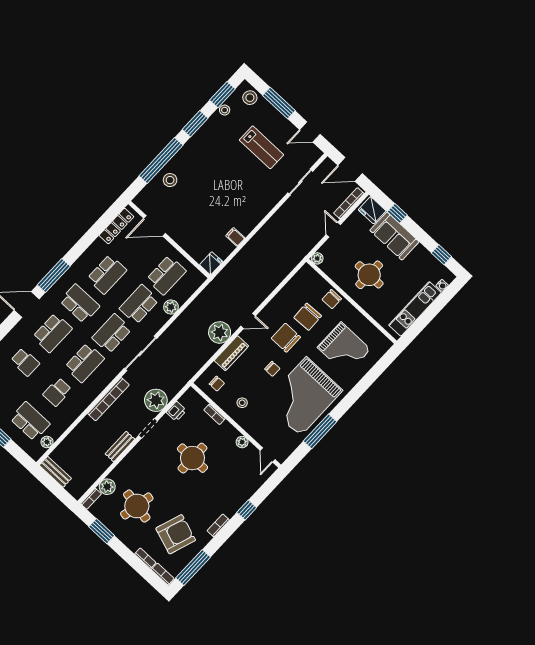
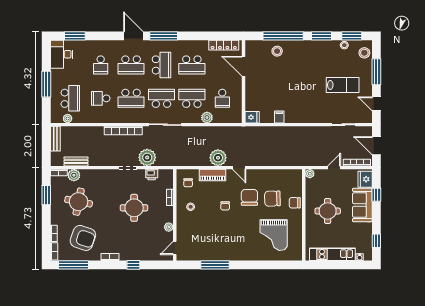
lab bench: (261, 147) -> (343, 85), turned -90
school desk: (166, 275) -> (222, 98), width x0.54
grand piano: (303, 396) -> (226, 237), removed
bench: (120, 446) -> (76, 161), moved

